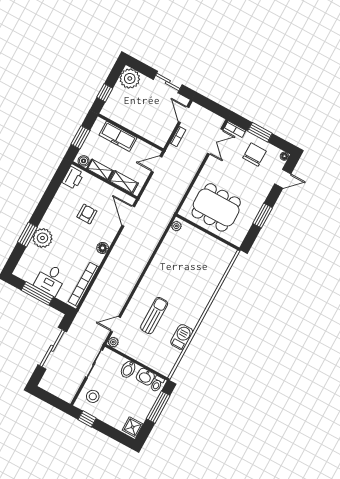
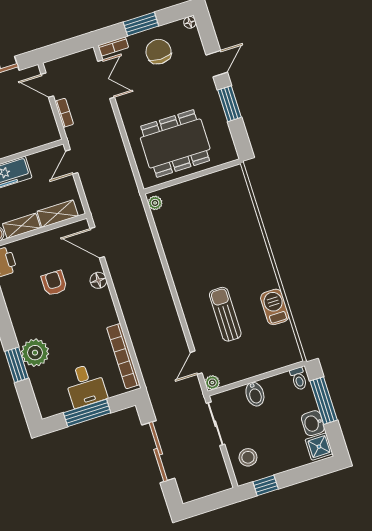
door: (283, 179) -> (217, 64), moved
floor lamp: (103, 248) -> (98, 280), moved
washbasin: (145, 377) -> (313, 423), moved, turned 90

